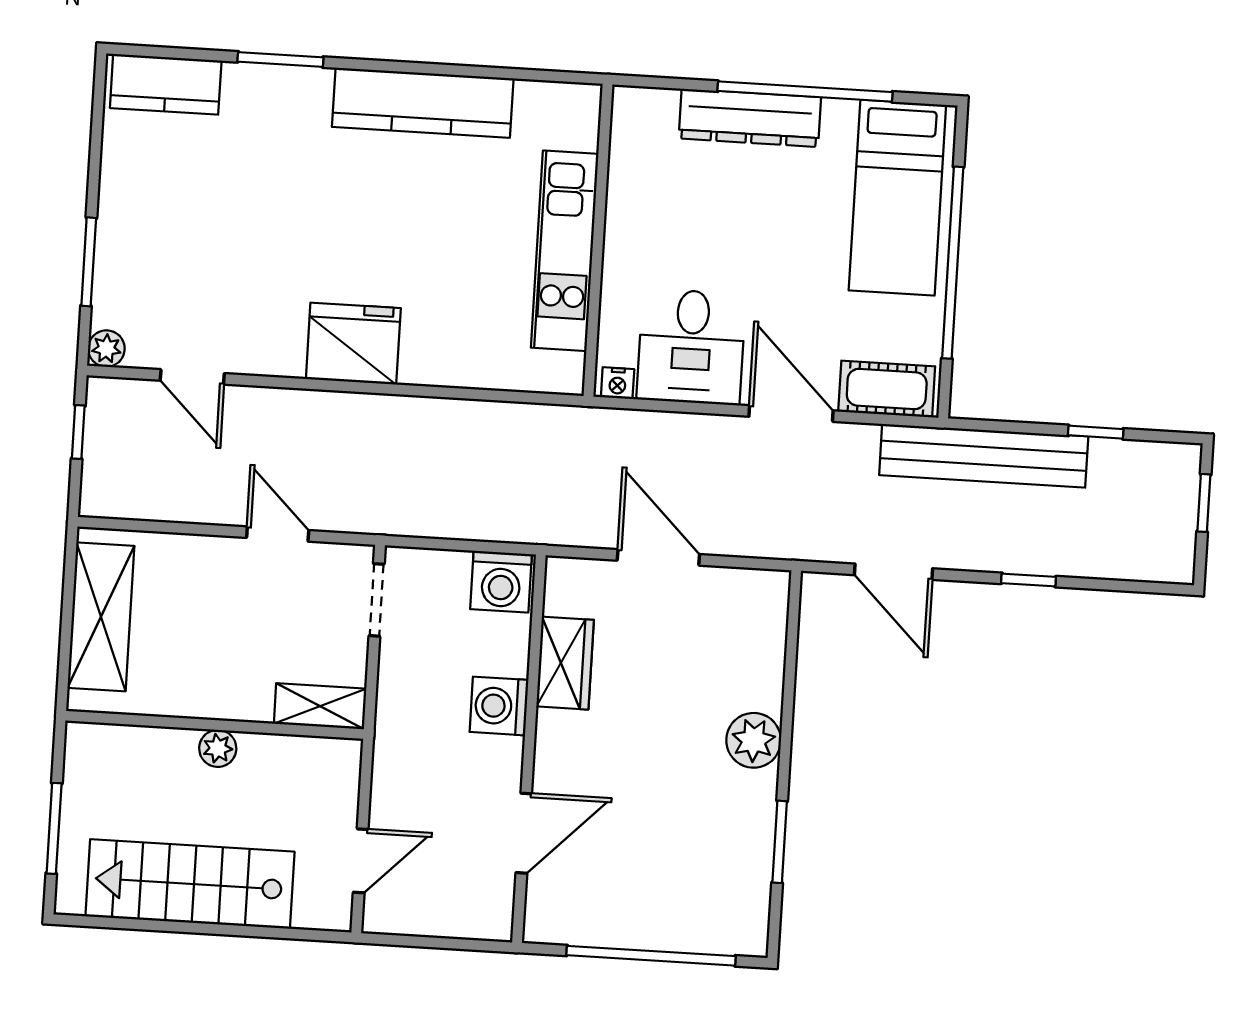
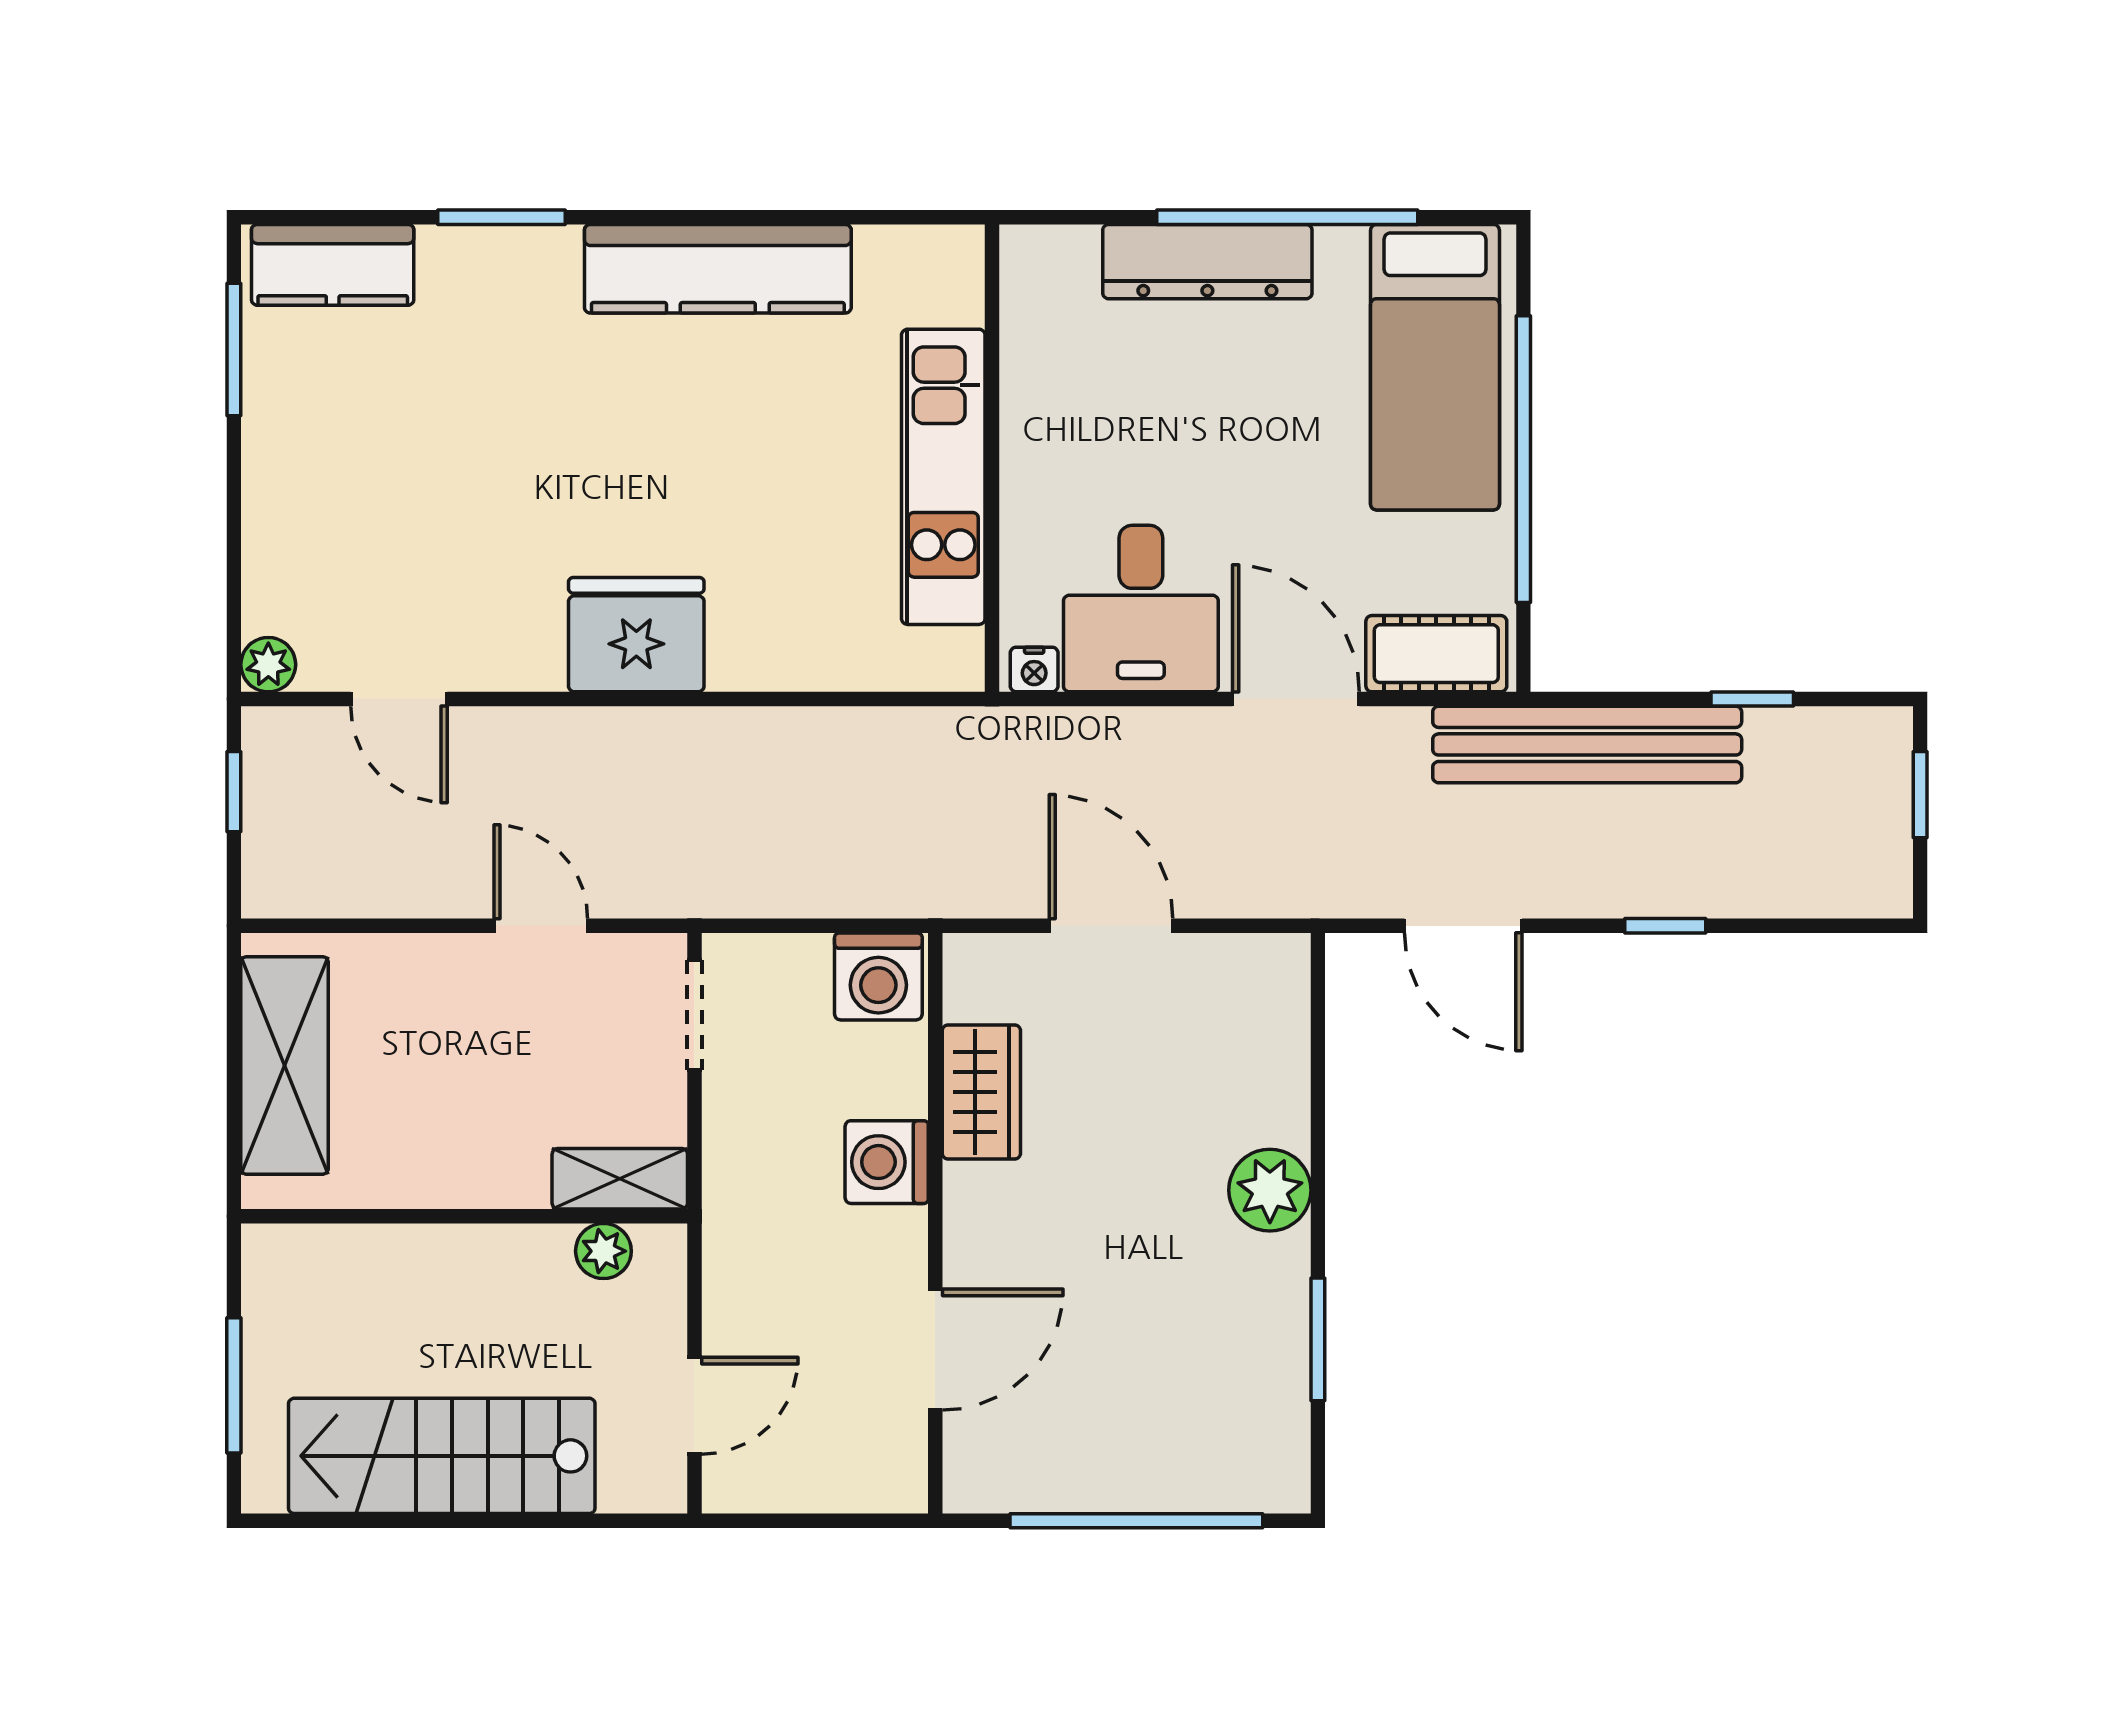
window: (89, 262) -> (234, 350), moved
plant: (218, 748) -> (603, 1251), moved

